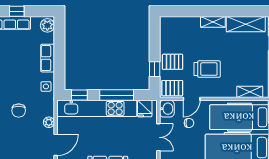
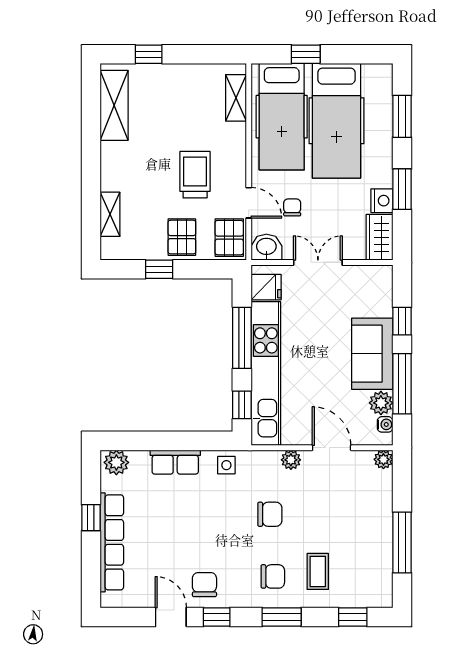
shelving: (213, 22) -> (110, 214), moved
window: (155, 69) -> (159, 269), moved

